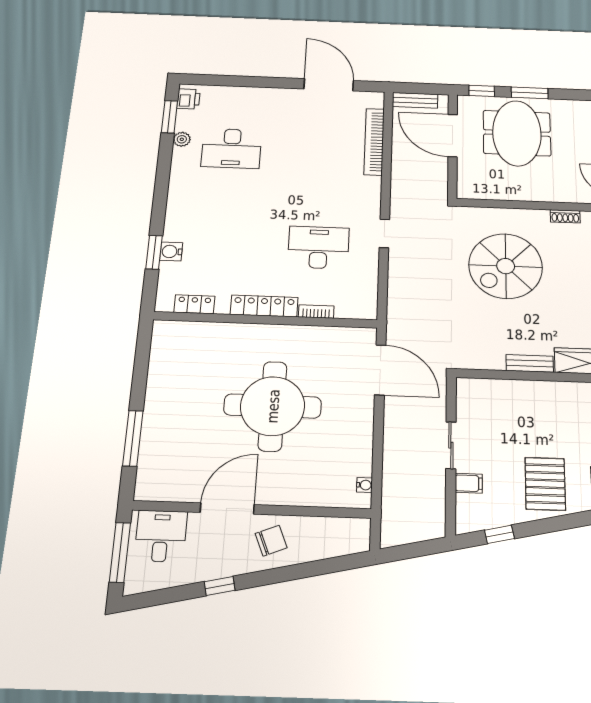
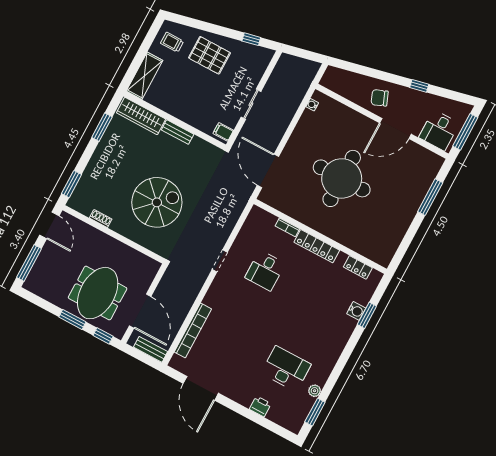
printer: (188, 99) -> (260, 406), moved, turned 90
desk: (318, 247) -> (265, 271), width x0.73
filing cabinet: (469, 483) -> (223, 132), moved
pallet: (545, 484) -> (209, 55), turned 90

